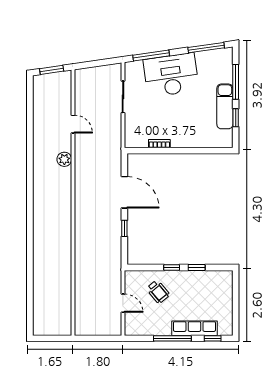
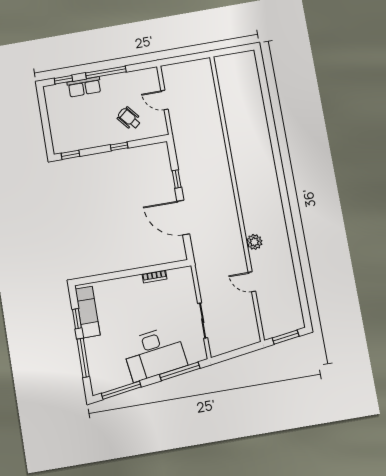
exam couch: (225, 106) -> (88, 312), moved
window: (197, 267) -> (70, 155), moved
row of seats: (194, 328) -> (84, 87), width x0.68

